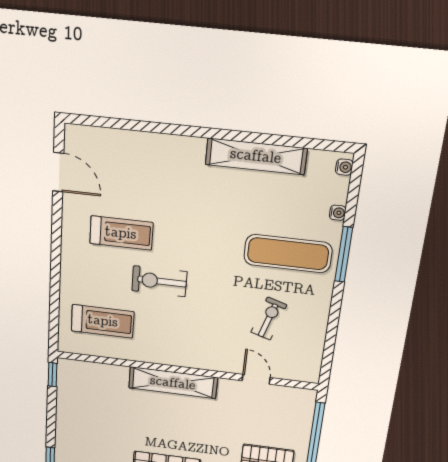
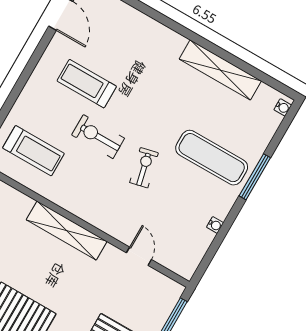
water cooler: (338, 213) -> (215, 225), moved
treadmill: (121, 233) -> (87, 84), turned 180
exercise bike: (269, 319) -> (144, 168), moved, turned -30

